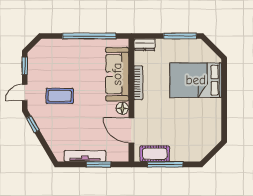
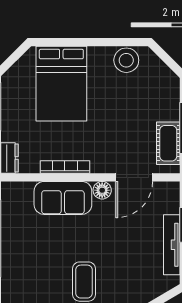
sofa: (117, 74) -> (63, 198), width x0.73
stool: (212, 125) -> (126, 60), added

